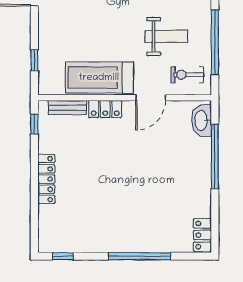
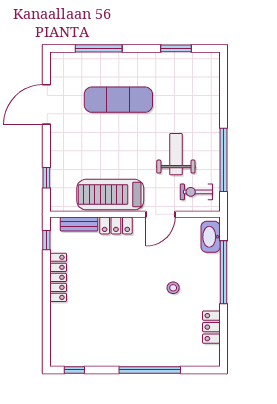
weight bench: (166, 36) -> (176, 154), turned -90
stool: (163, 173) -> (173, 288), added
locker: (46, 179) -> (58, 277), moved
locker: (202, 235) -> (211, 327), moved

